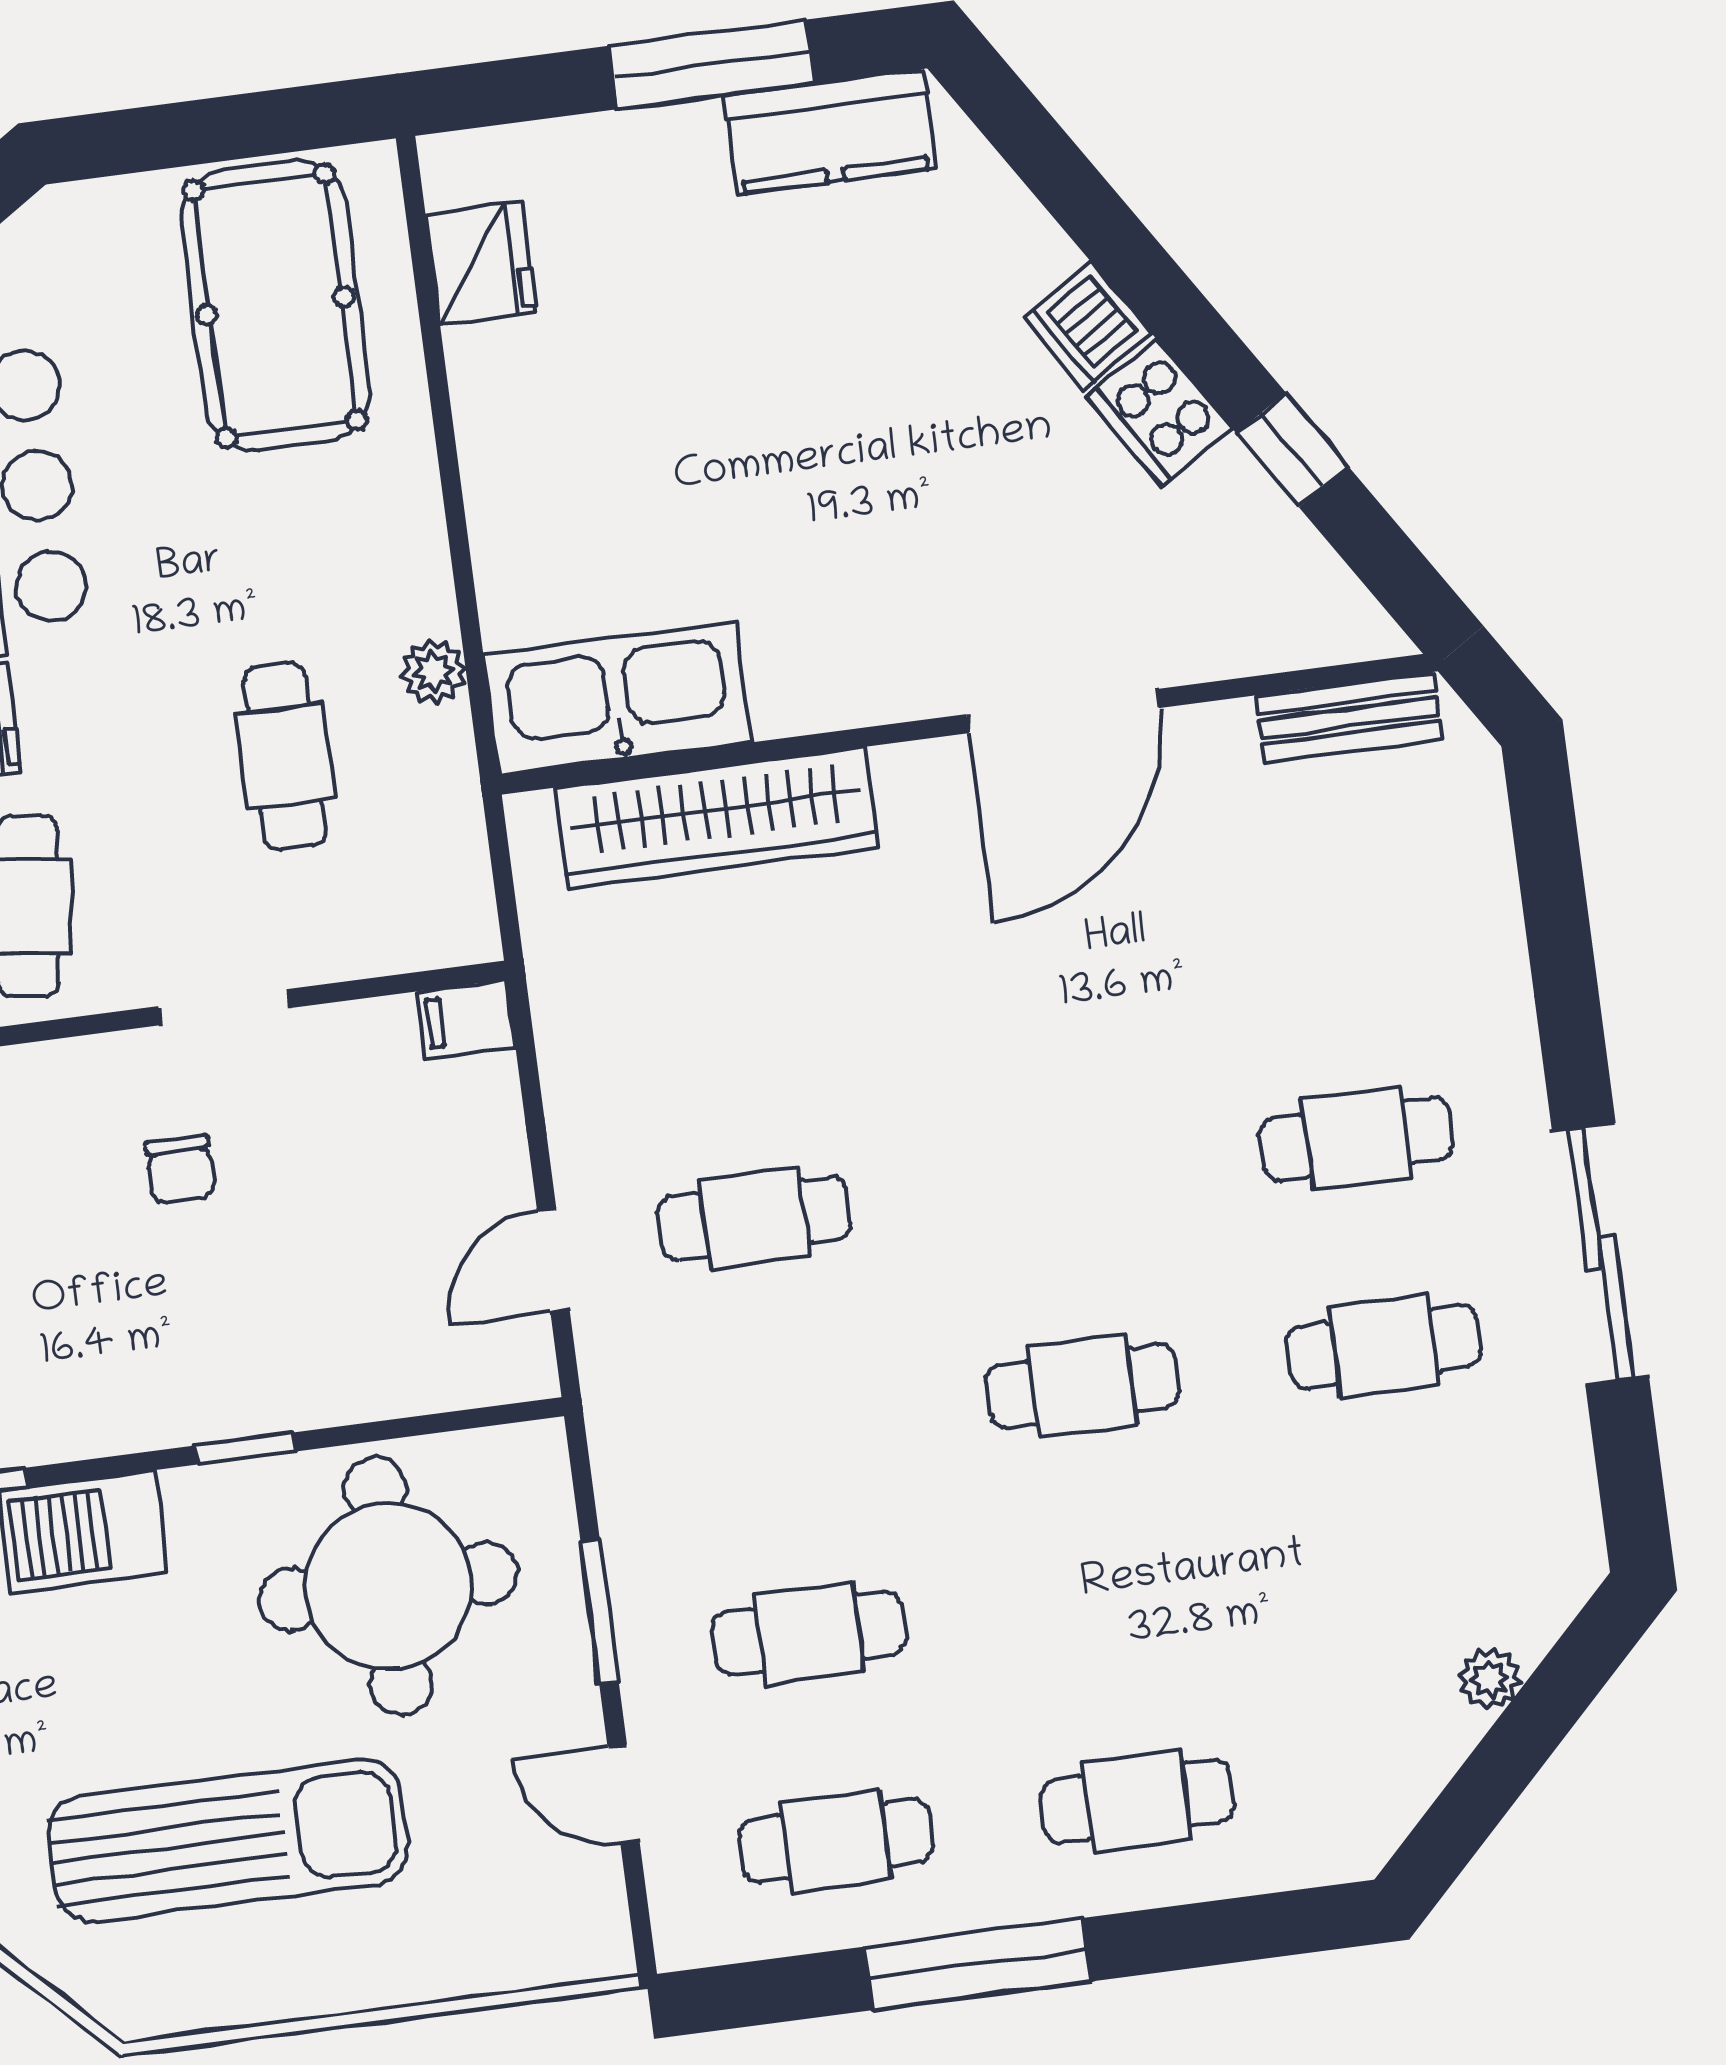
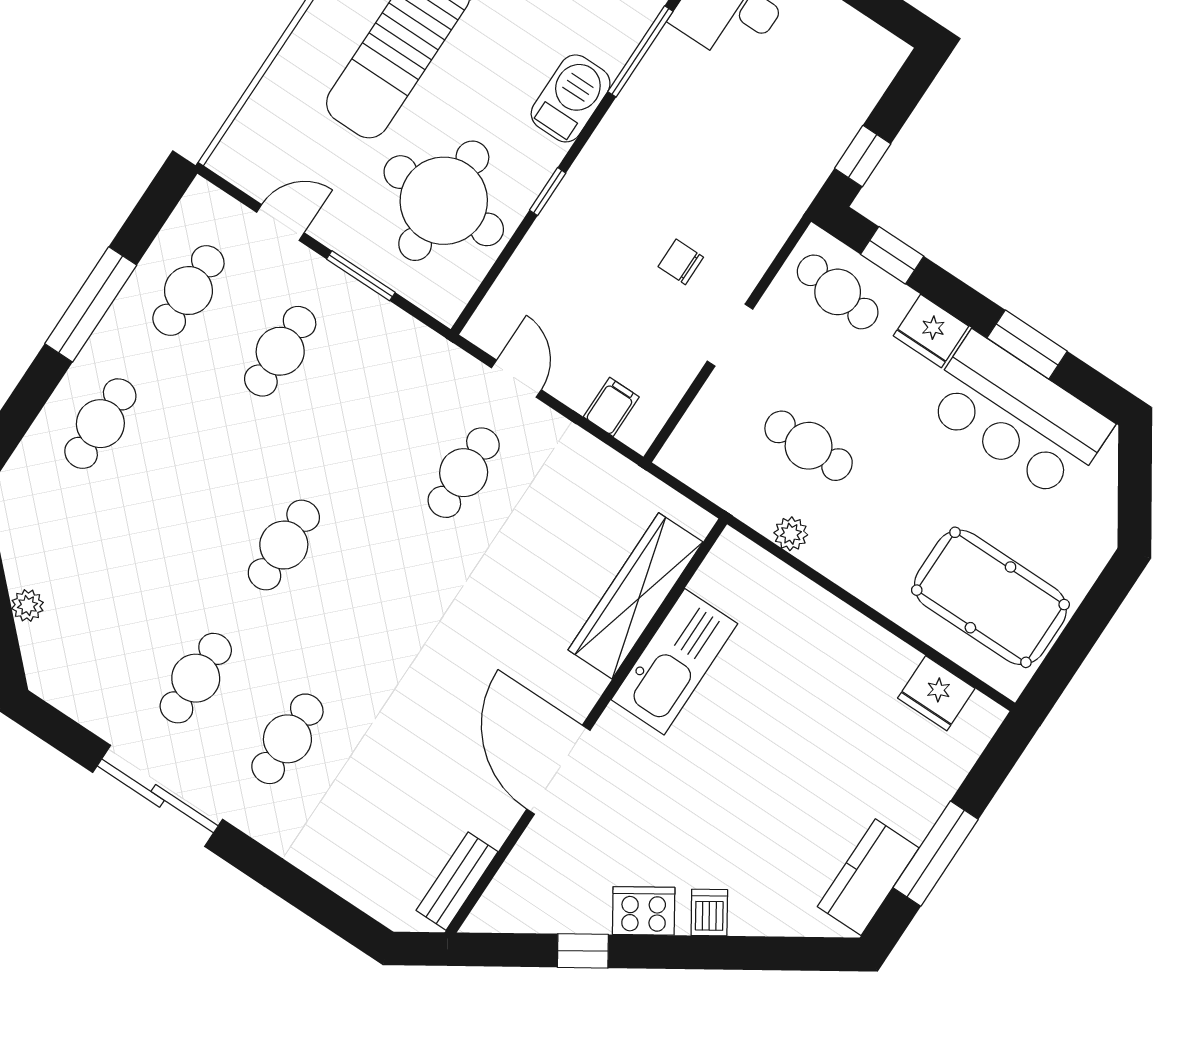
dishwasher: (1088, 326) -> (709, 913), width x0.73
kitchen sink: (618, 698) -> (674, 662), moved
filing cabinet: (466, 1019) -> (611, 407), moved

